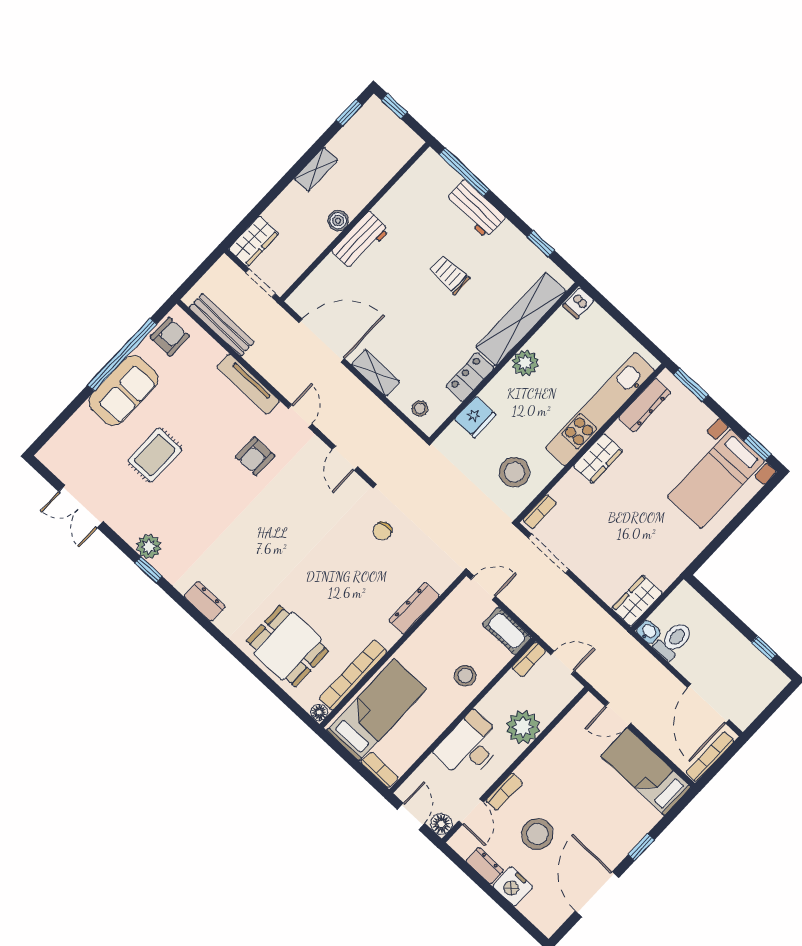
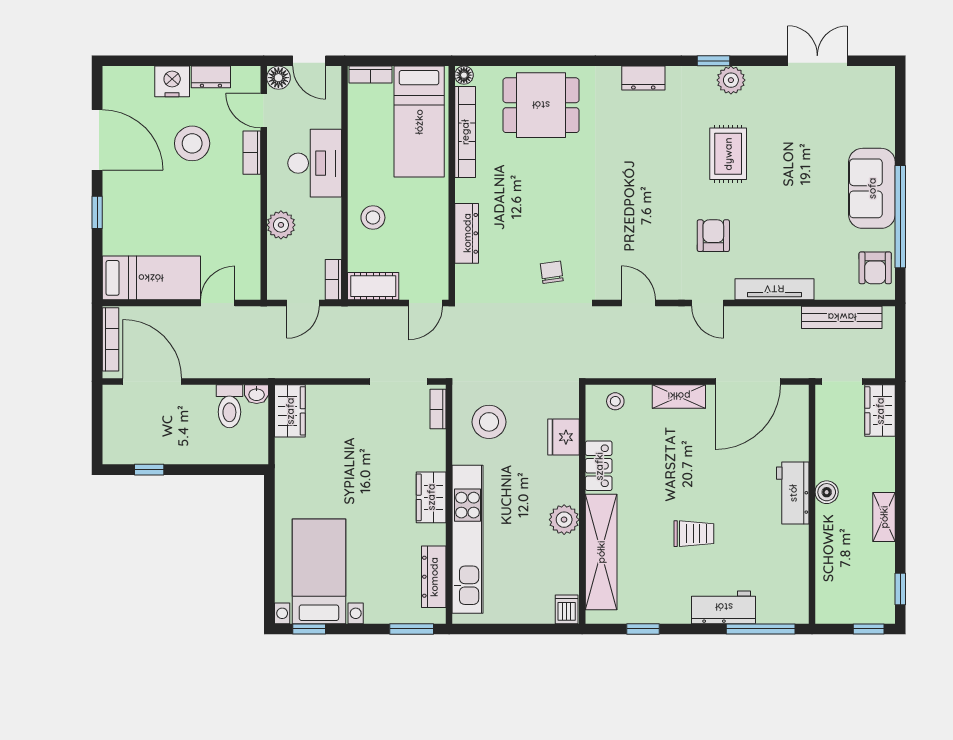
rug: (155, 455) -> (728, 154), moved
plant: (523, 727) -> (281, 225), width x0.73, depth x0.73

